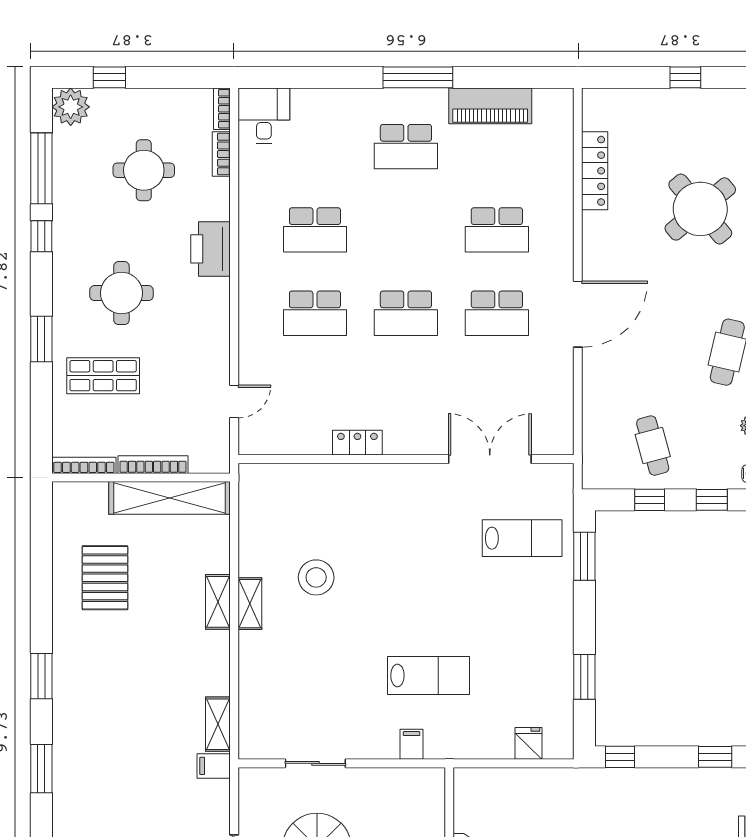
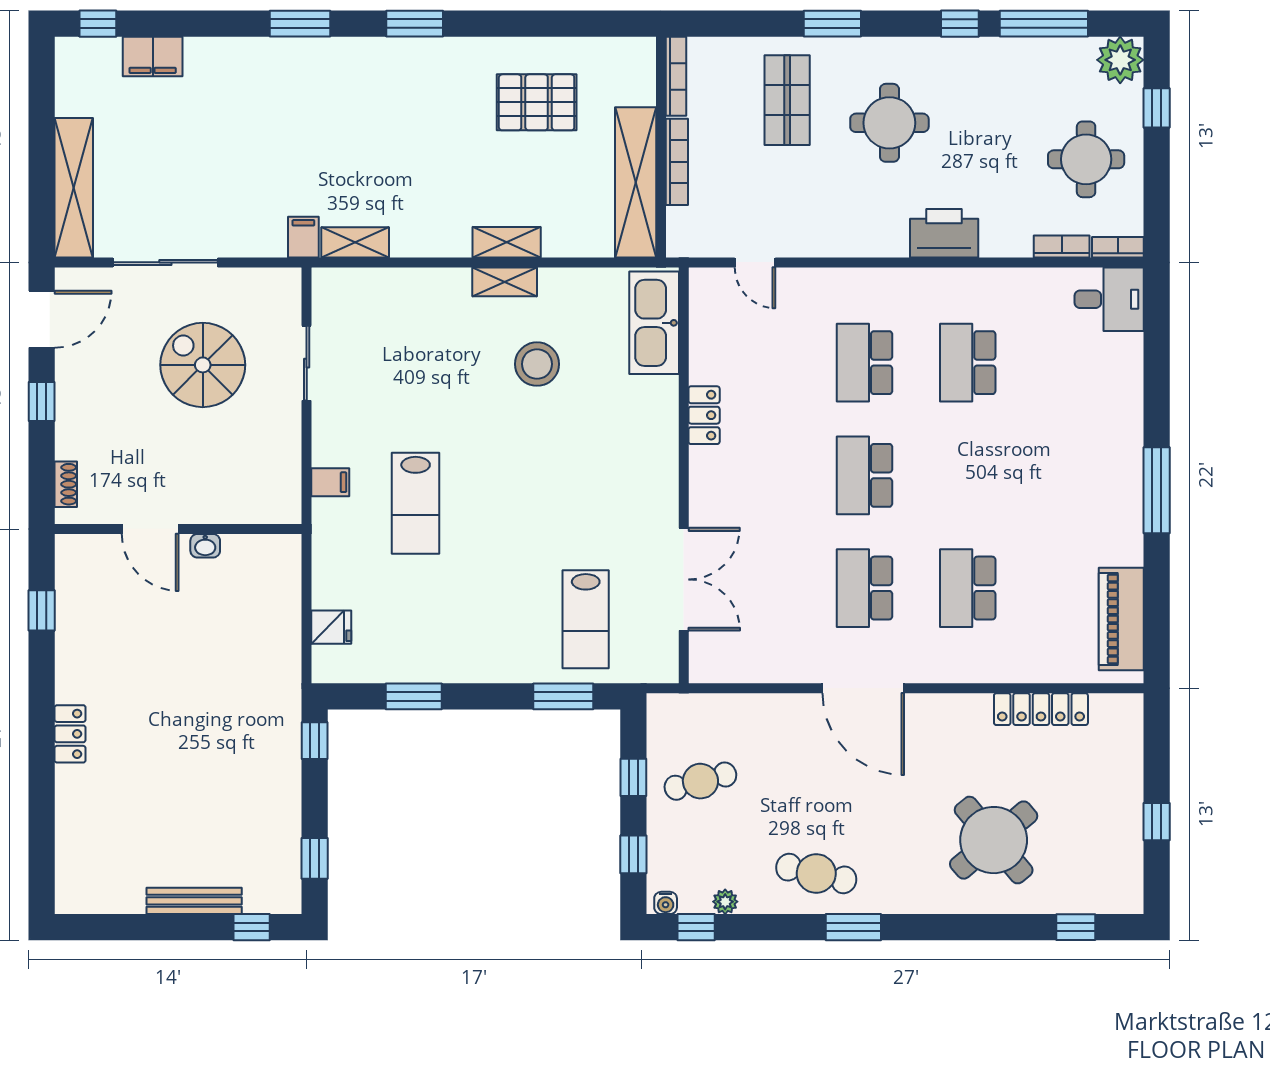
piano: (490, 106) -> (1121, 619), moved
school desk: (406, 147) -> (1071, 475), removed
round table: (144, 170) -> (1086, 159), moved
kitchen sink: (283, 483) -> (654, 323), added

